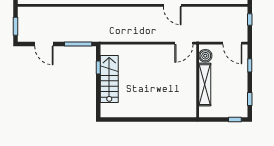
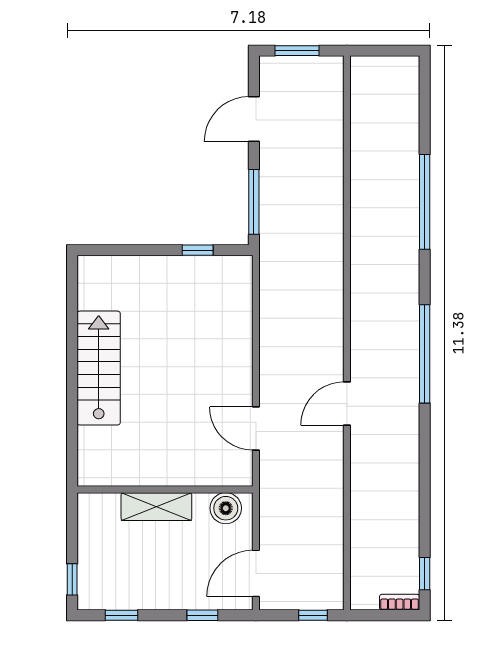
door: (172, 5) -> (347, 404), moved
door: (184, 43) -> (256, 428), moved
stairs: (109, 79) -> (99, 368), moved, turned -90
shelving: (205, 85) -> (156, 507), width x0.68

